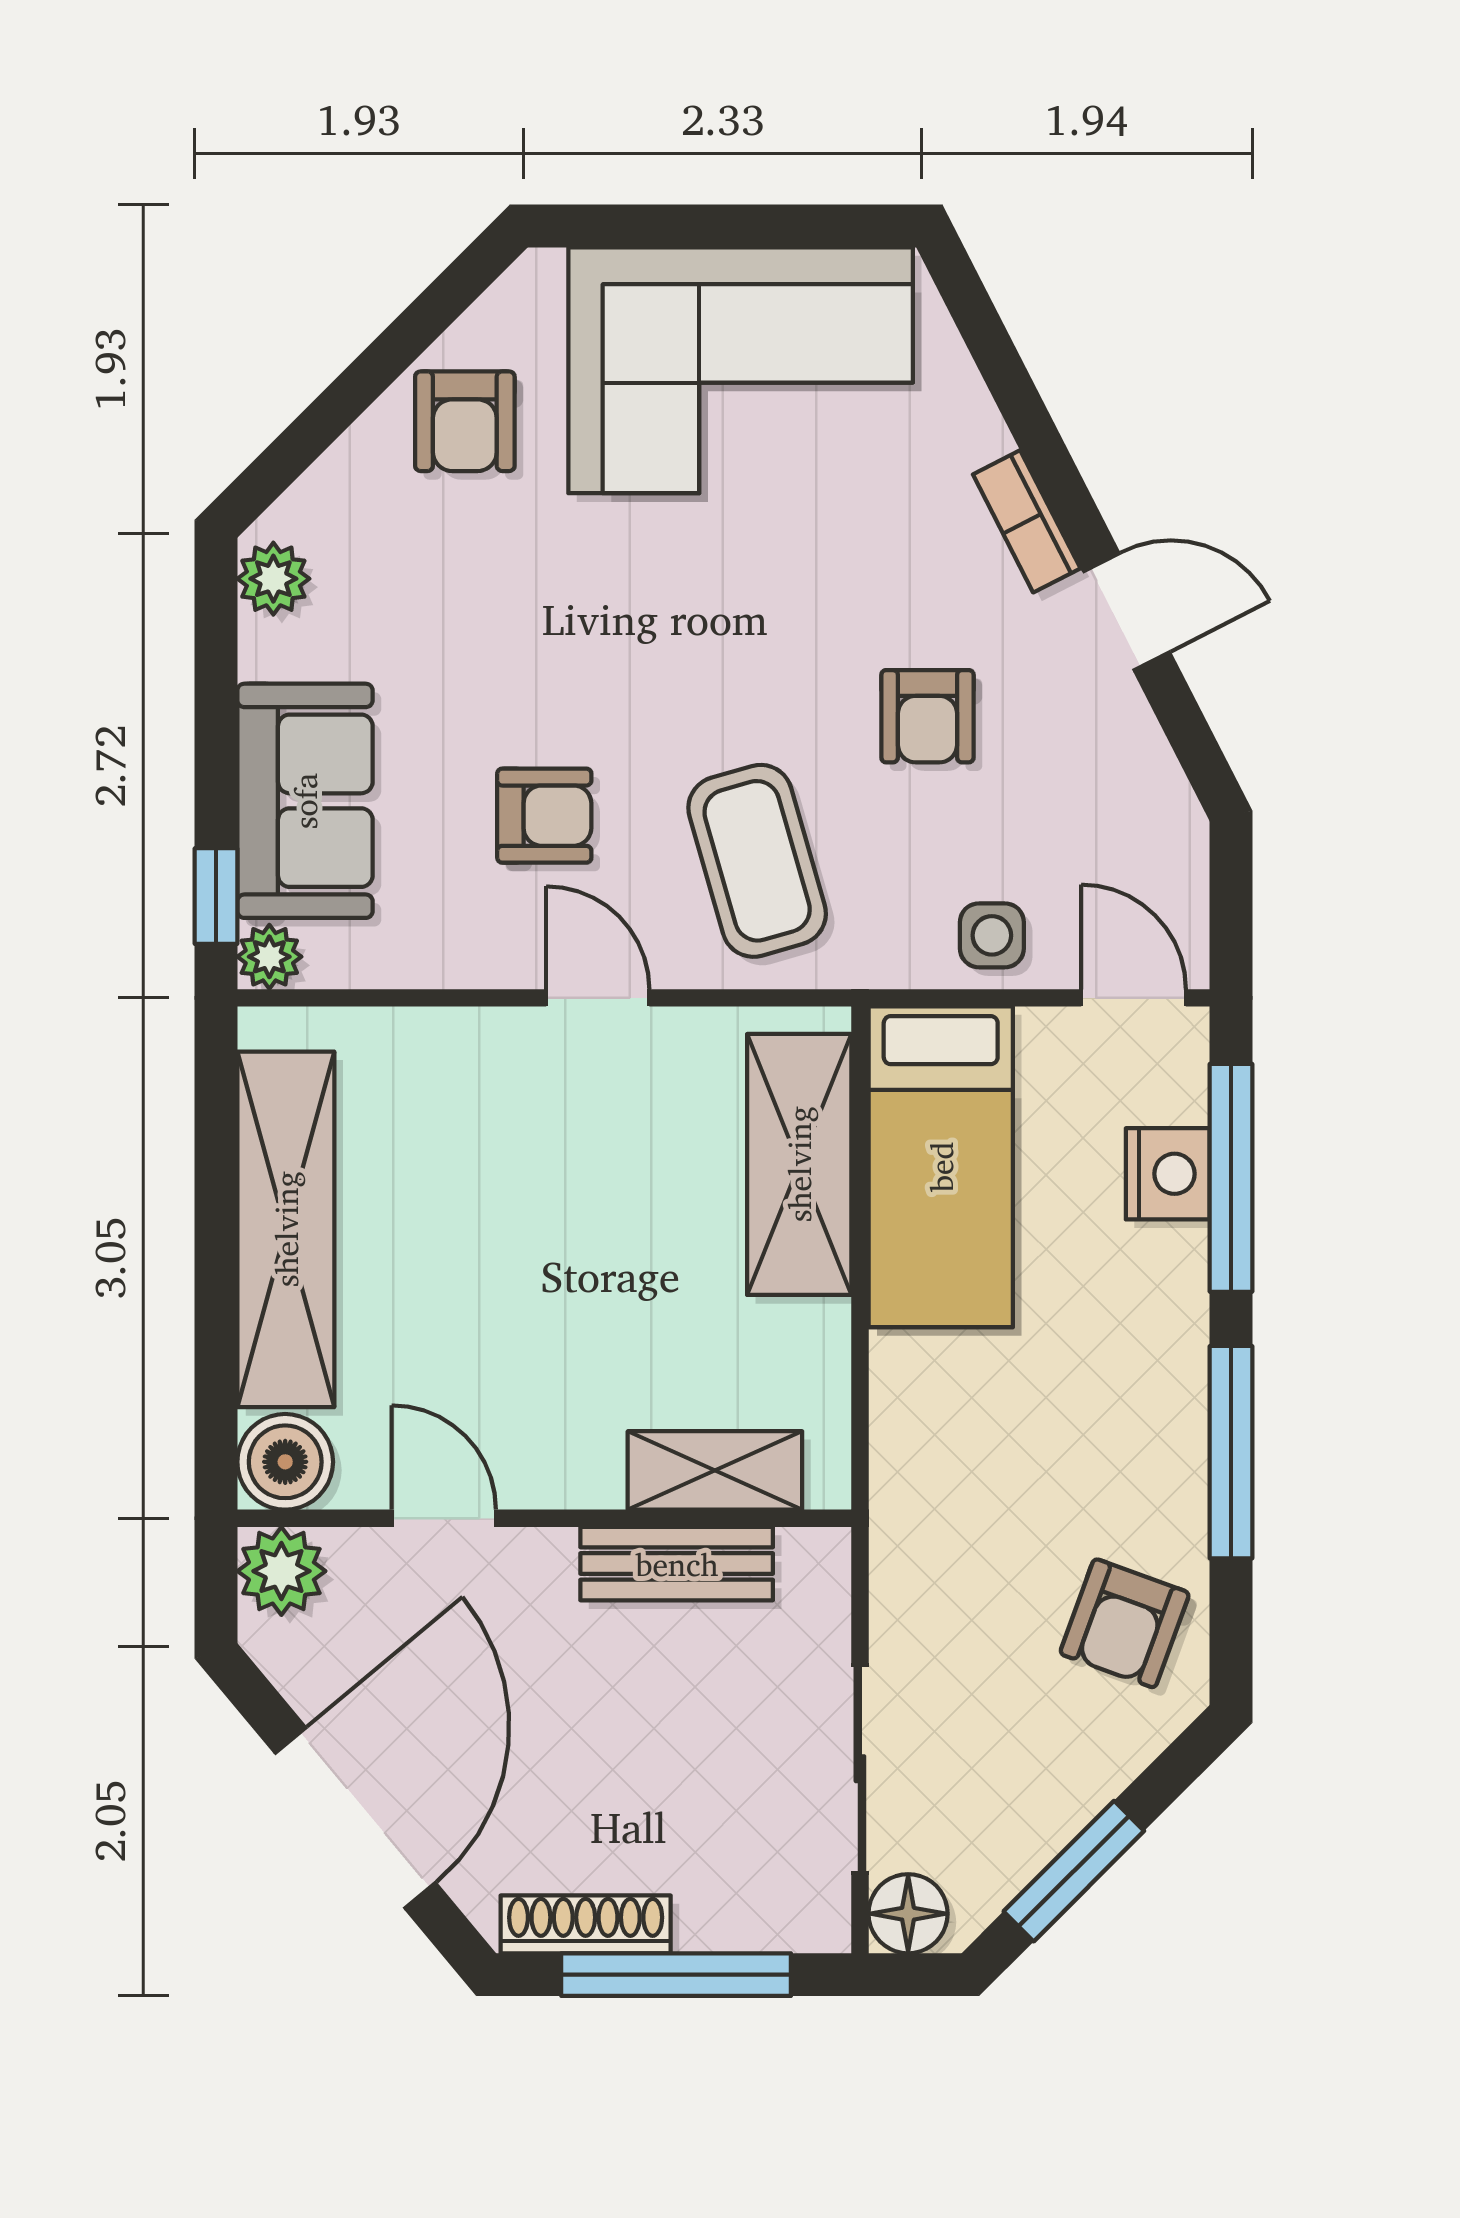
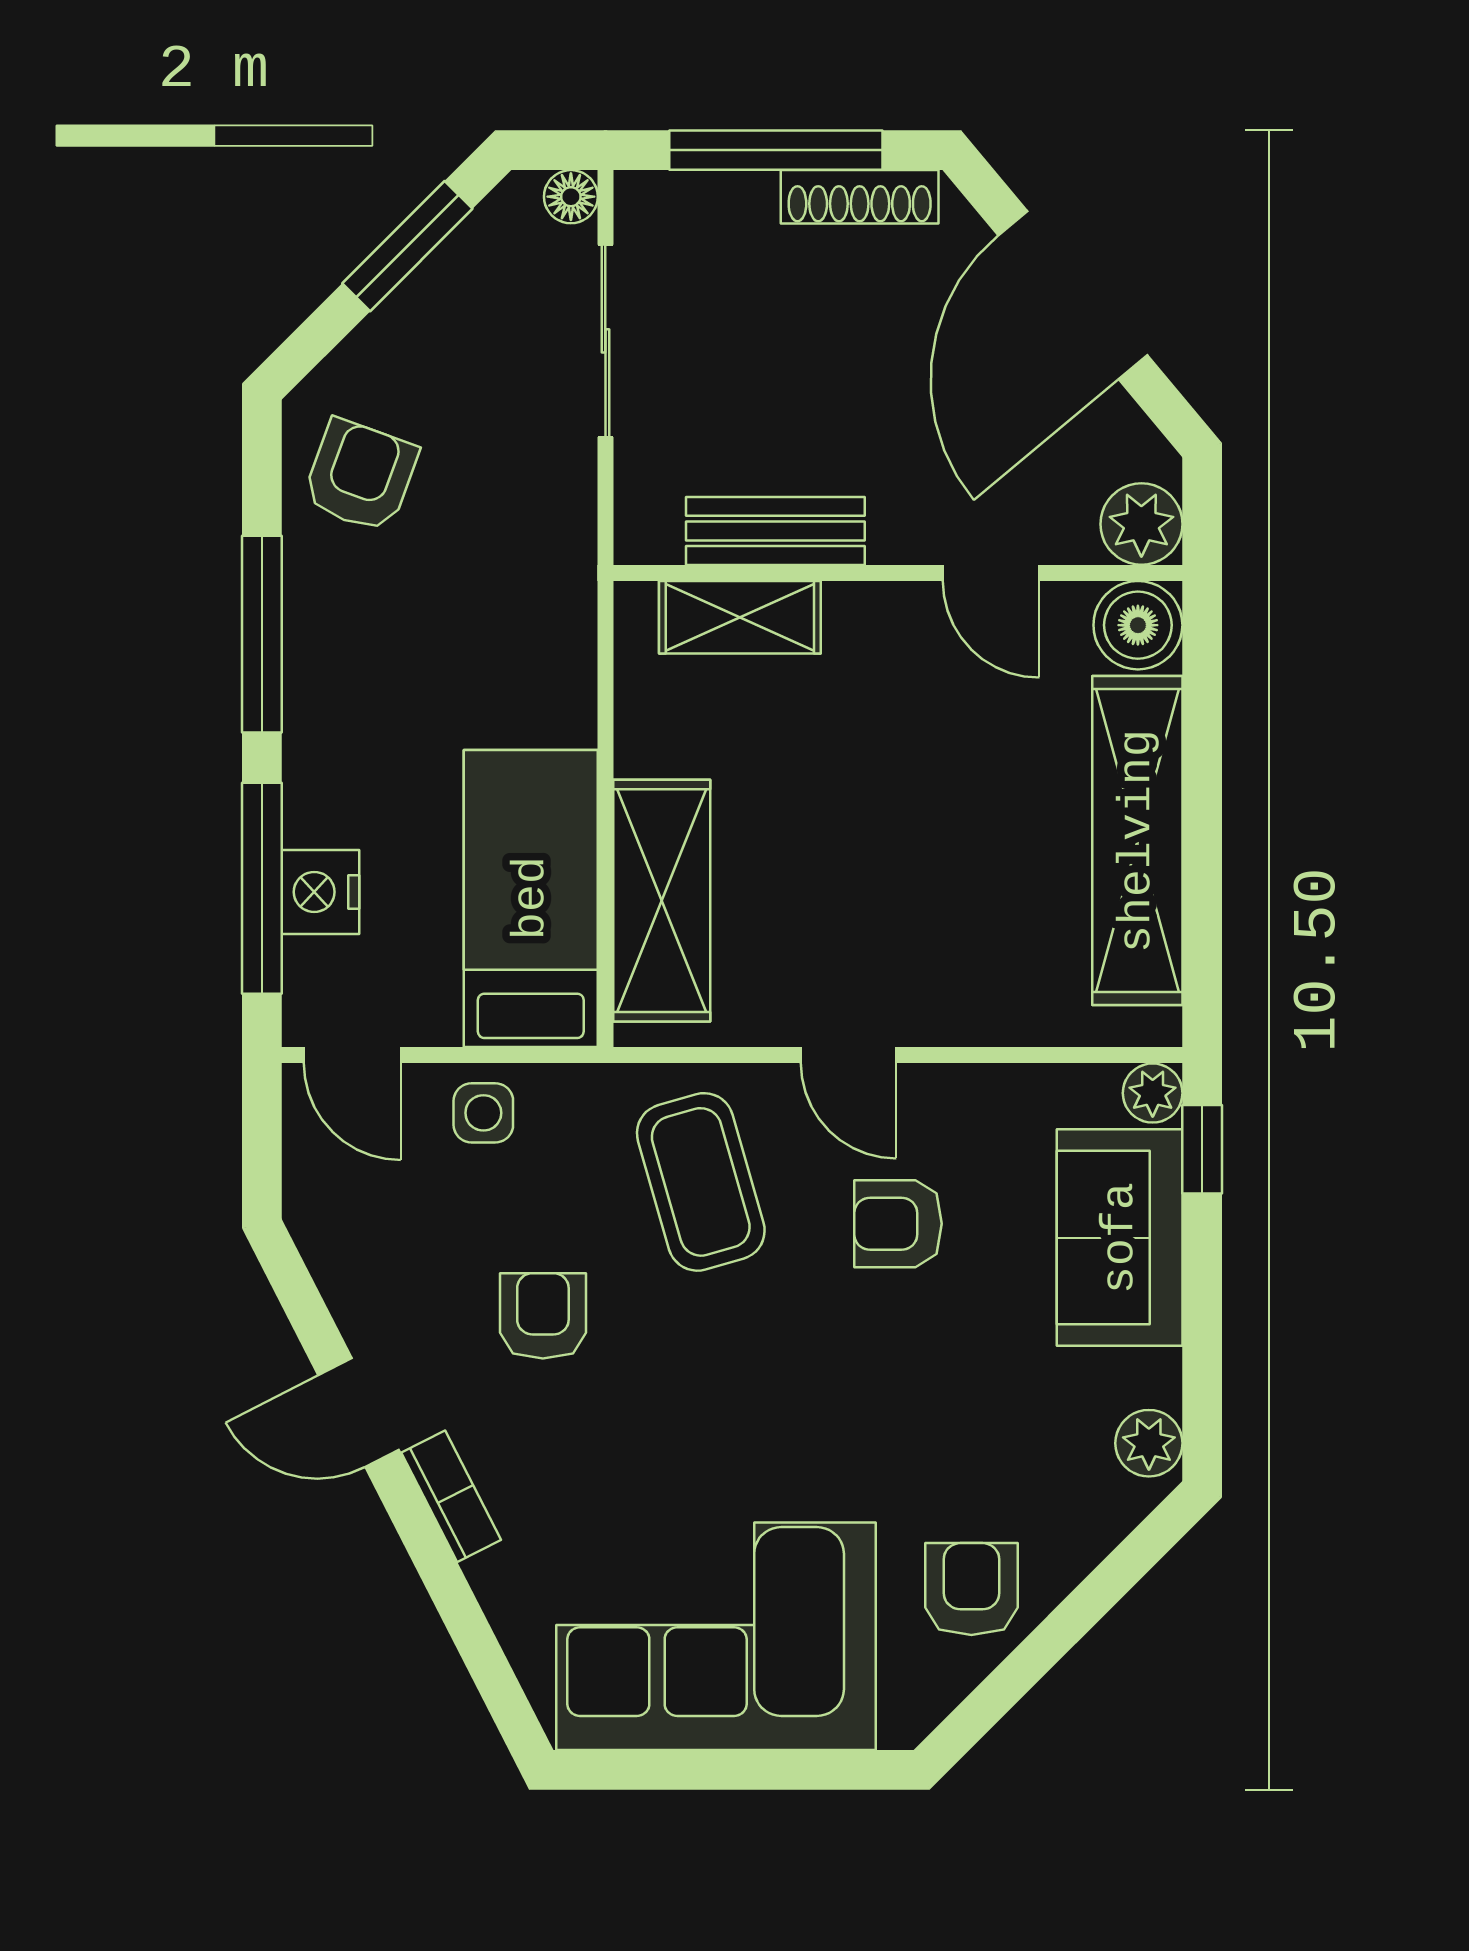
floor lamp: (908, 1914) -> (571, 197), width x0.73, depth x0.73

